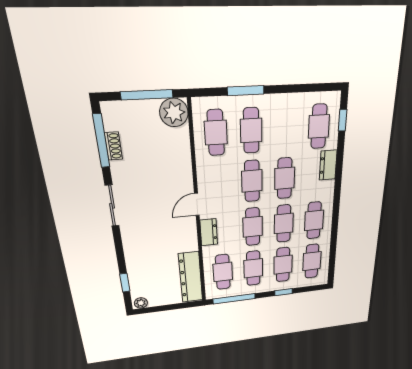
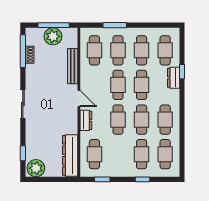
plant: (174, 113) -> (53, 36), moved
window: (343, 120) -> (182, 72), moved
bench: (184, 159) -> (73, 66), added
door: (197, 204) -> (79, 98), swing flipped
sliding door: (112, 206) -> (23, 104), moved
cafe table: (253, 268) -> (142, 50), moved
window: (234, 299) -> (102, 179), width x0.46
plant: (141, 303) -> (36, 168), width x1.88, depth x1.88

